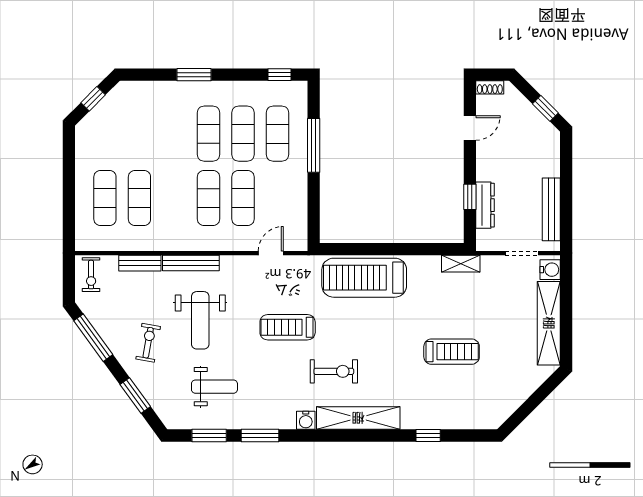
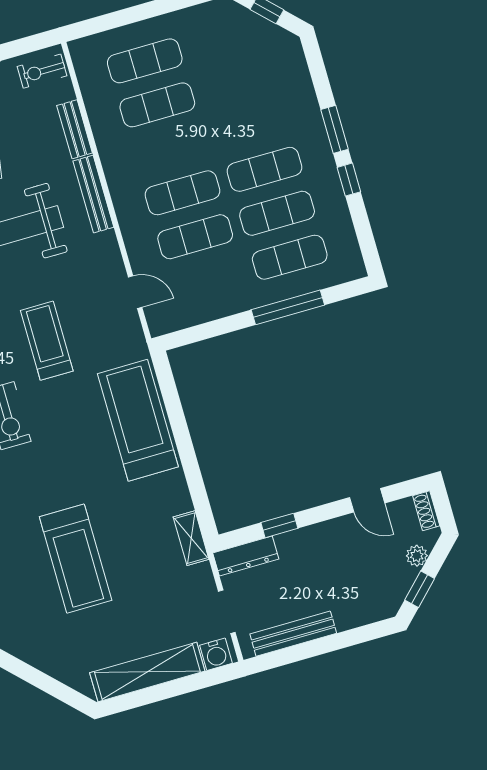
window: (280, 75) -> (349, 180), moved
plant: (520, 103) -> (417, 556), added
dresser: (485, 205) -> (246, 556), moved
treadmill: (452, 352) -> (76, 559), width x1.37, depth x1.38

